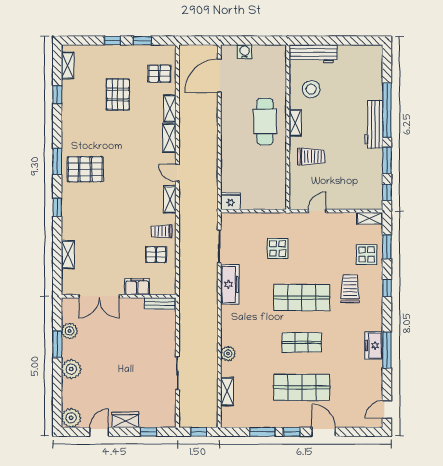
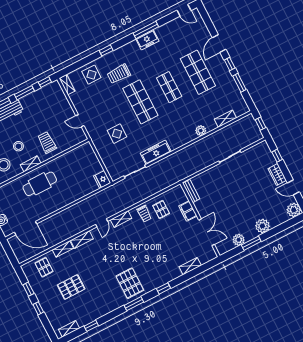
stool: (325, 119) -> (18, 146), added
window: (387, 247) -> (80, 64), removed

